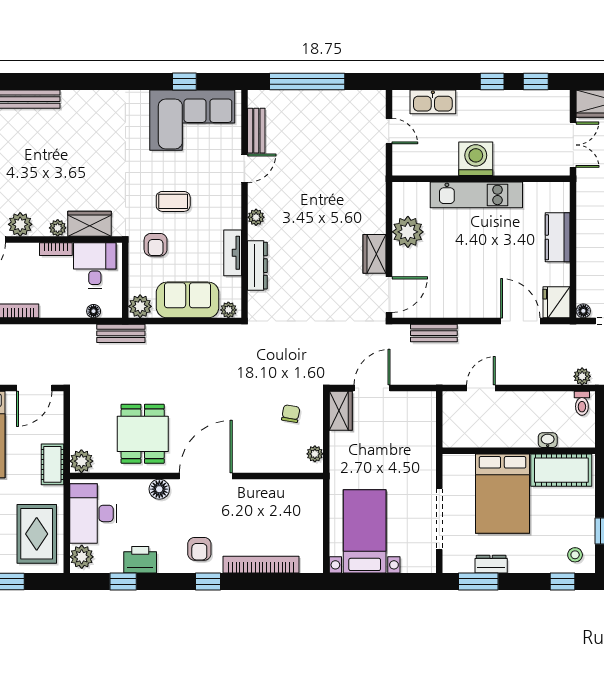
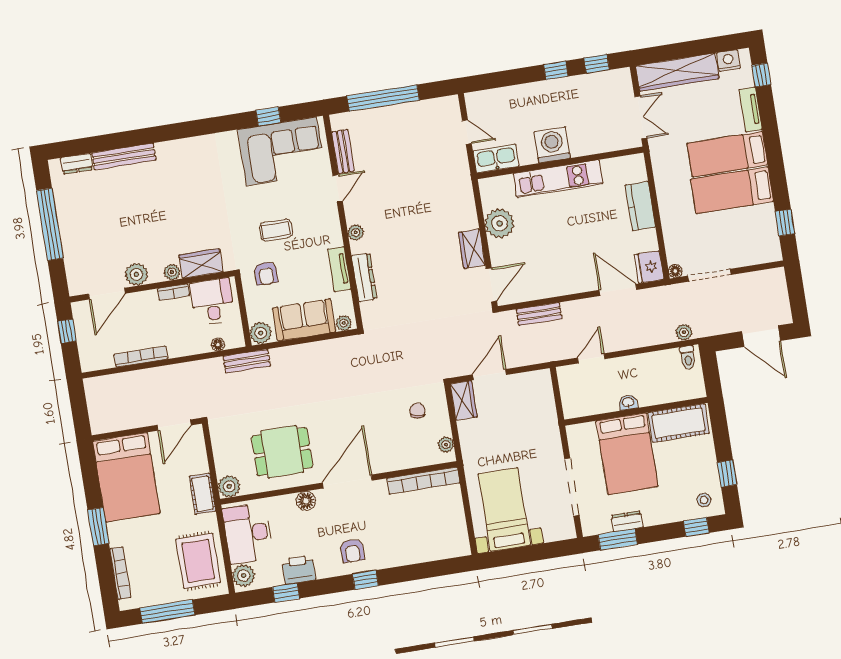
kitchen sink: (433, 102) -> (496, 159), moved, turned 180
dining table: (143, 434) -> (282, 452), turned 90
washbasin: (548, 440) -> (628, 402), moved
bookcase: (261, 565) -> (423, 481), moved, turned 180

